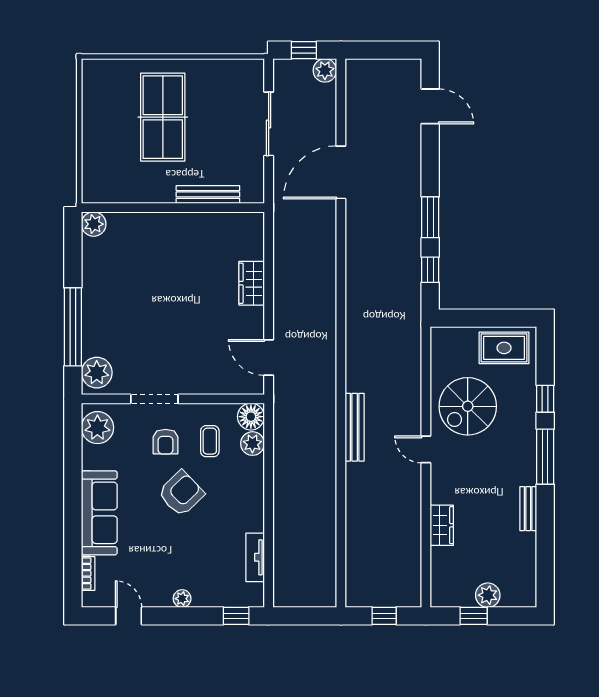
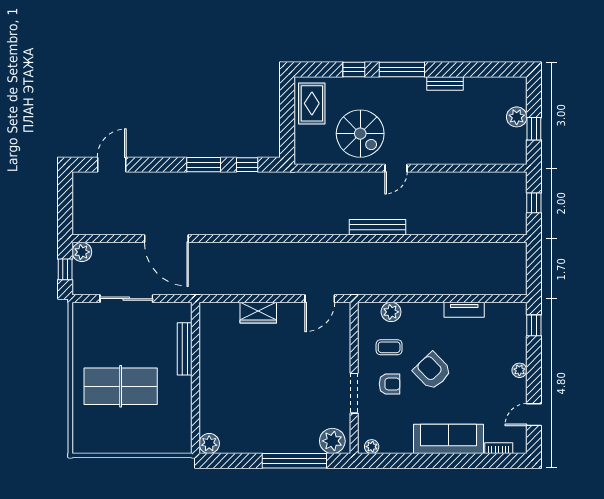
floor lamp: (251, 417) -> (369, 313), removed
plant: (97, 428) -> (372, 447), width x0.53, depth x0.53
wardrobe: (442, 525) -> (459, 155), removed
tv unit: (255, 557) -> (464, 310), moved

